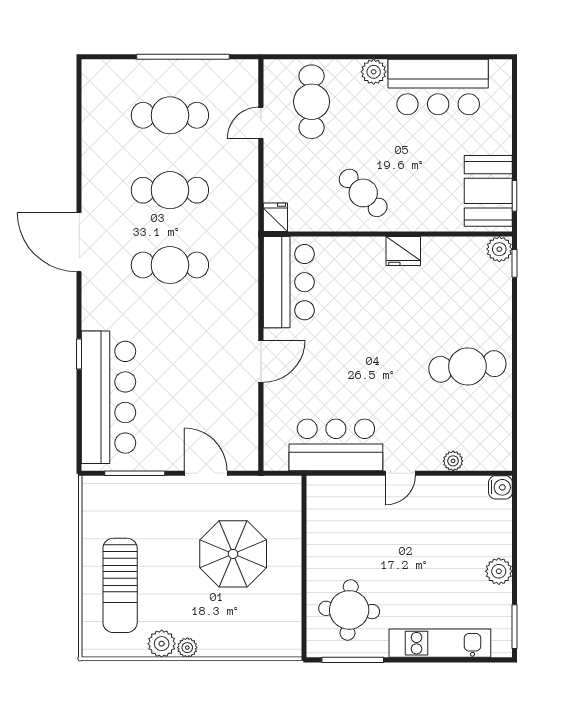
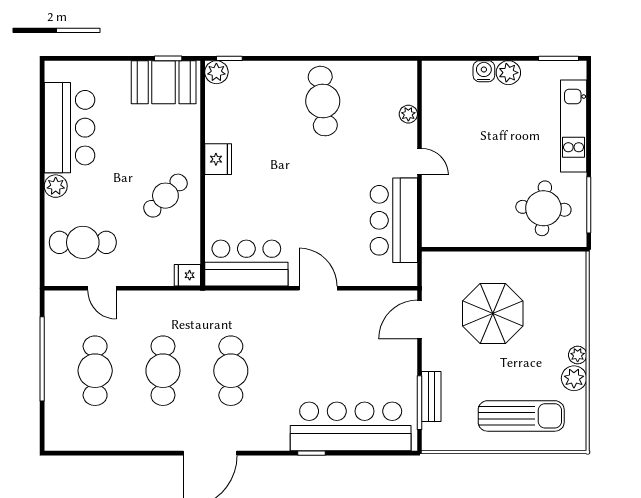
door: (206, 473) -> (420, 320), moved
bench: (142, 486) -> (431, 396), added
water cooler: (500, 487) -> (484, 71), moved

